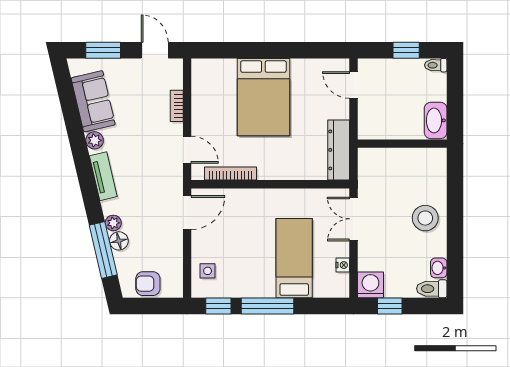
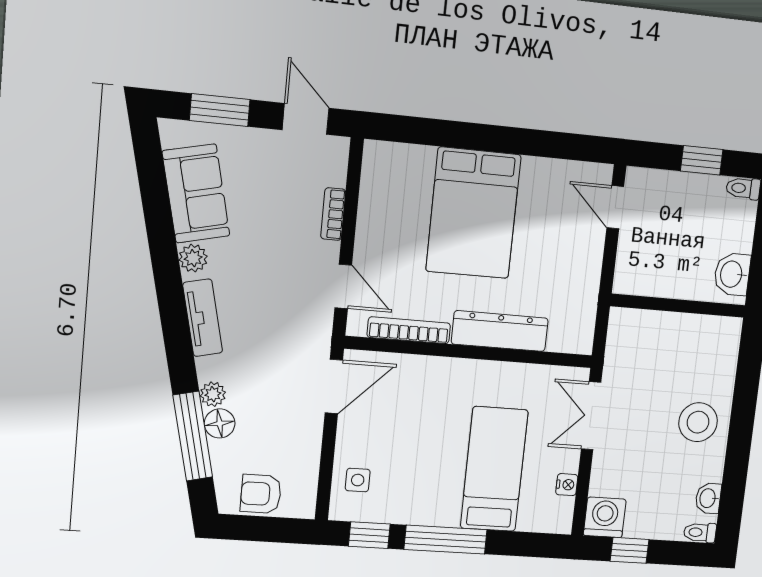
washbasin: (436, 120) -> (732, 274), width x0.72
dresser: (339, 150) -> (500, 331), moved, turned 90
toilet: (432, 289) -> (700, 532), width x0.73, depth x0.72

